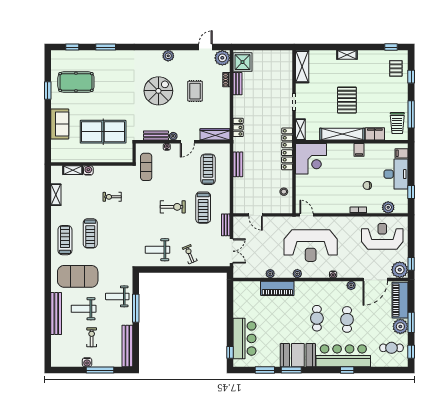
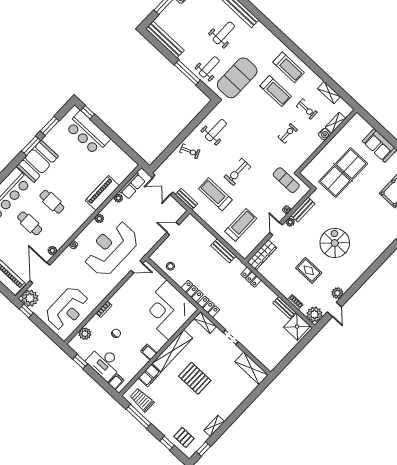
shelving: (347, 55) -> (214, 426), moved
plant: (168, 56) -> (337, 293), moved
spiral stairs: (158, 91) -> (335, 243), turned 180
corner desk: (311, 159) -> (168, 310), width x1.36, depth x1.36
treadmill: (208, 169) -> (241, 225), turned -90
treadmill: (90, 233) -> (276, 91), turned 180
row of seats: (252, 272) -> (132, 186), added
exercise mat: (78, 276) -> (237, 78), moved
exercise bike: (92, 337) -> (307, 109), moved

